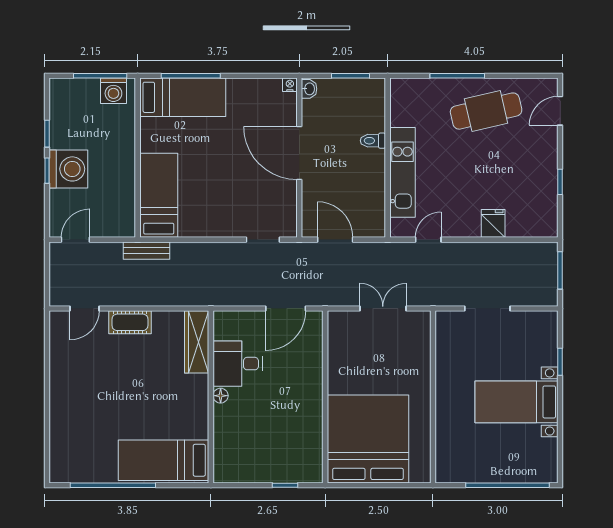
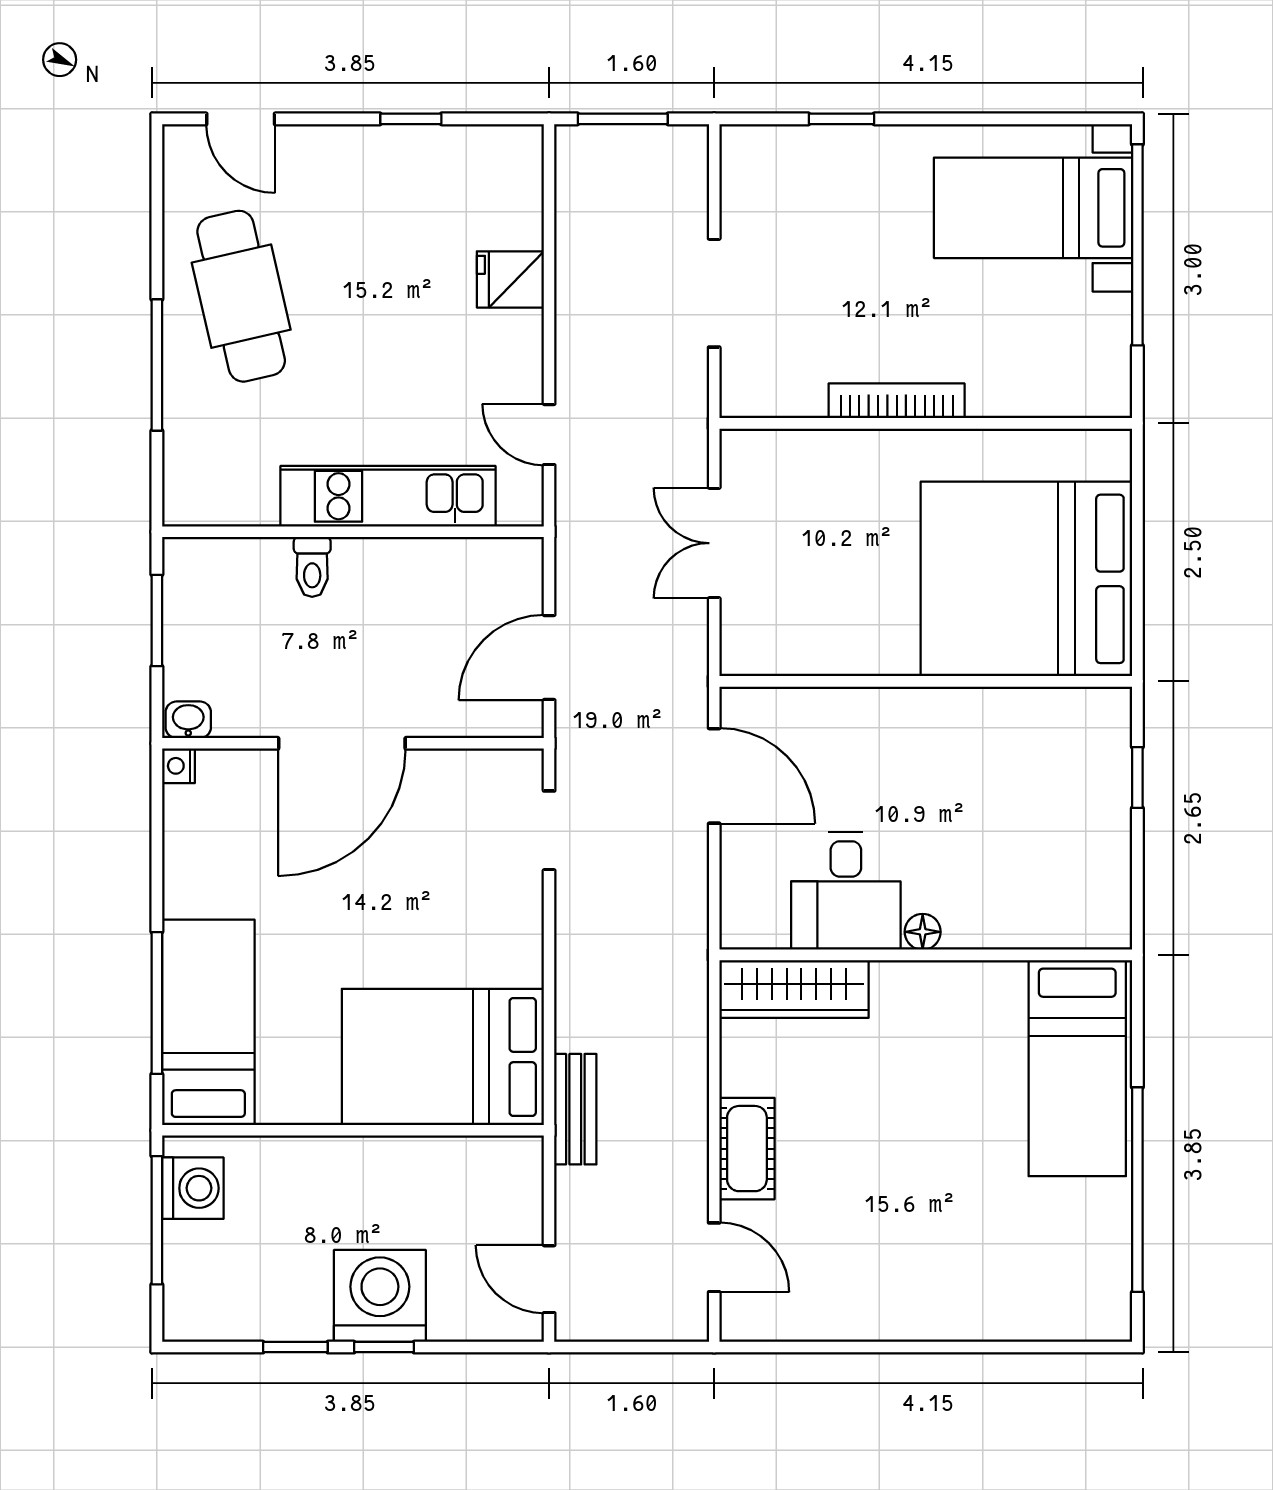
bed: (159, 195) -> (443, 1057), width x1.50
bookcase: (442, 385) -> (897, 401), added
bed with nightstands: (517, 402) -> (1033, 208), moved, turned 90

